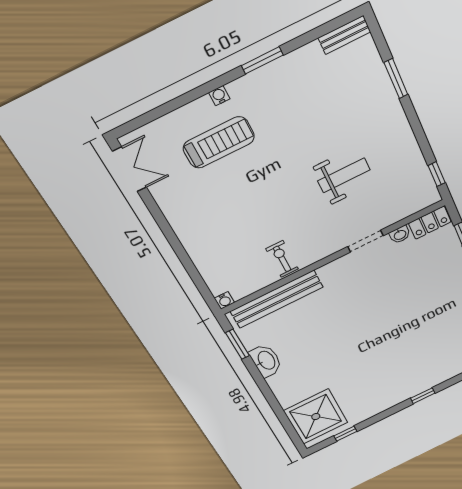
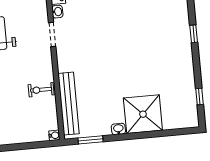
washbasin: (266, 361) -> (118, 129), width x0.52, depth x0.69
shower: (316, 417) -> (143, 114), moved

